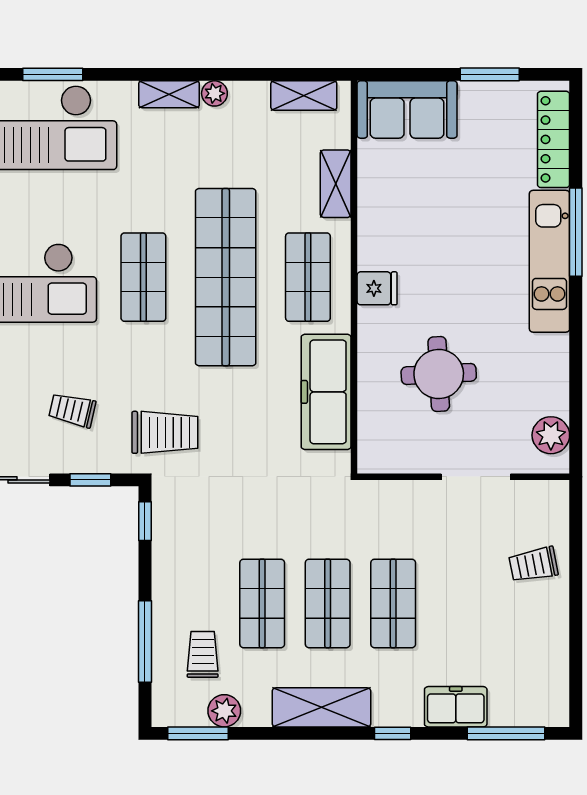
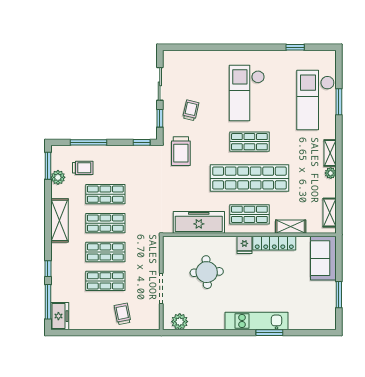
locker: (554, 139) -> (274, 243), moved, turned 180
window: (576, 232) -> (269, 333), width x0.69
shop shelf: (459, 603) -> (105, 281), added
freezer: (456, 707) -> (60, 316), moved
window: (393, 733) -> (48, 269), moved

